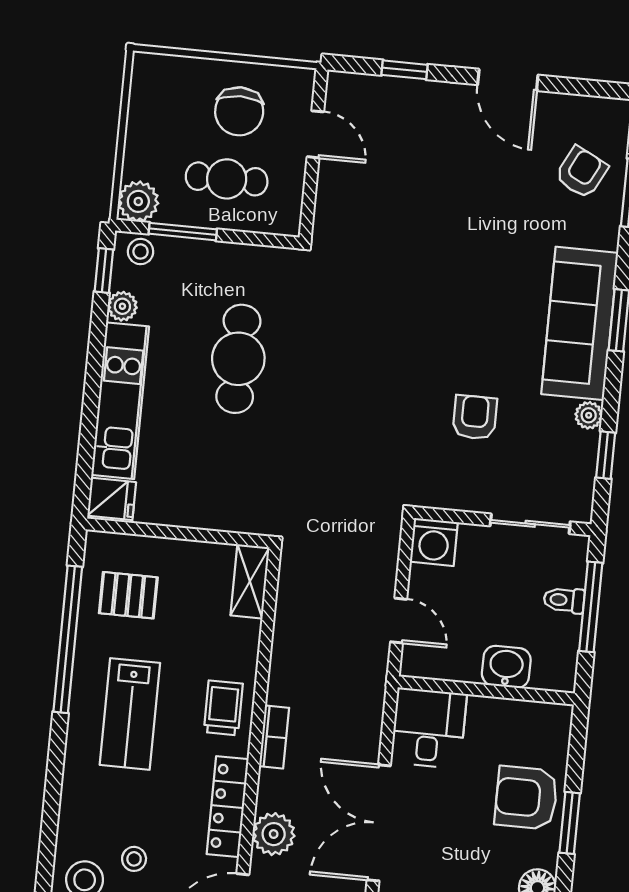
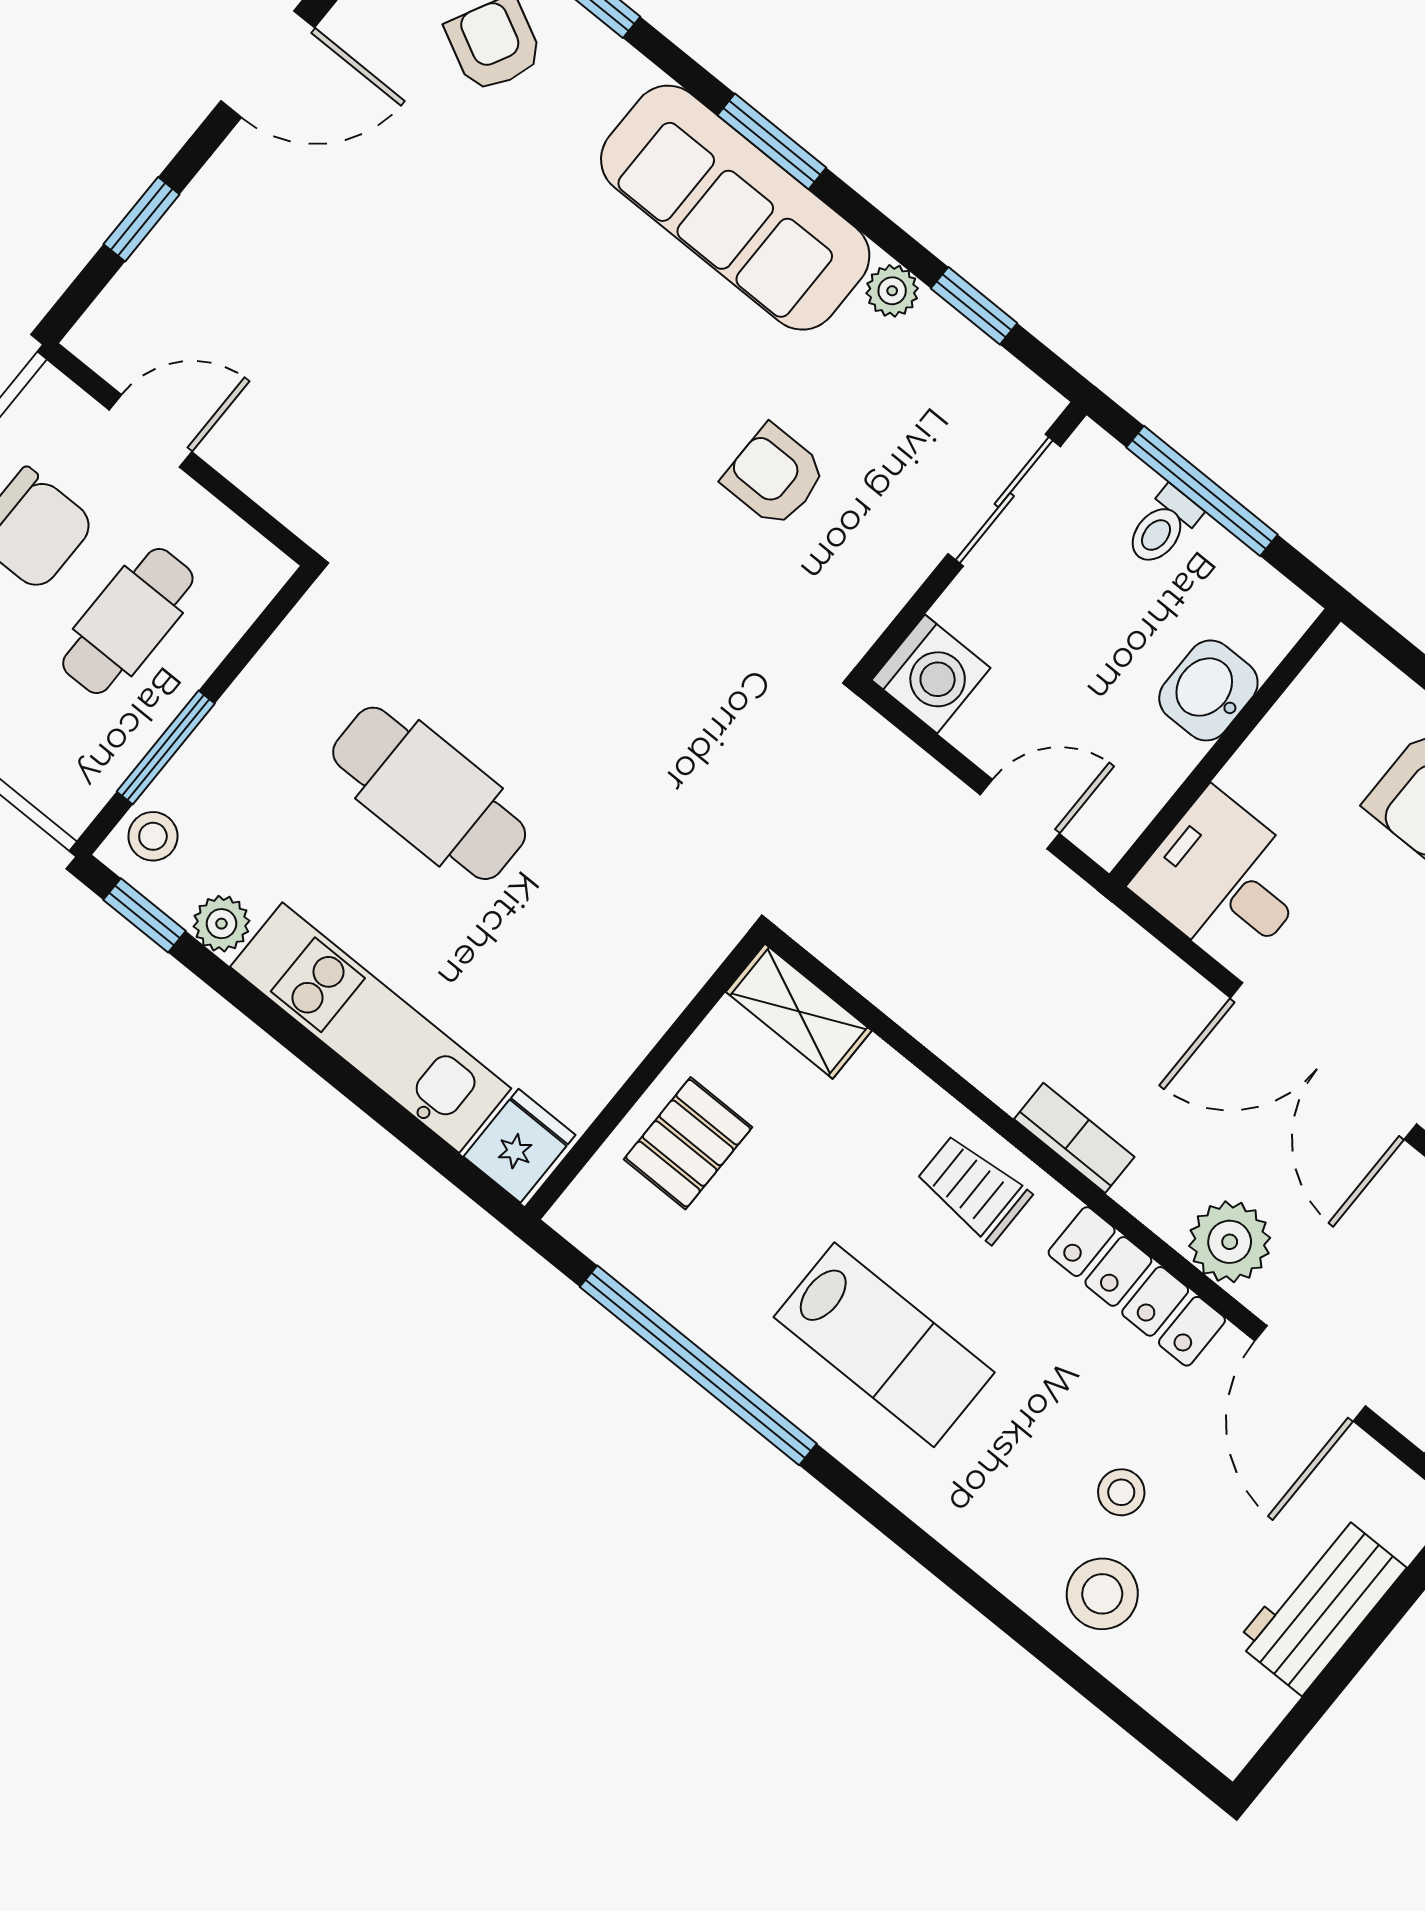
plant: (138, 201) -> (70, 787), removed
pallet: (128, 595) -> (688, 1143), moved

